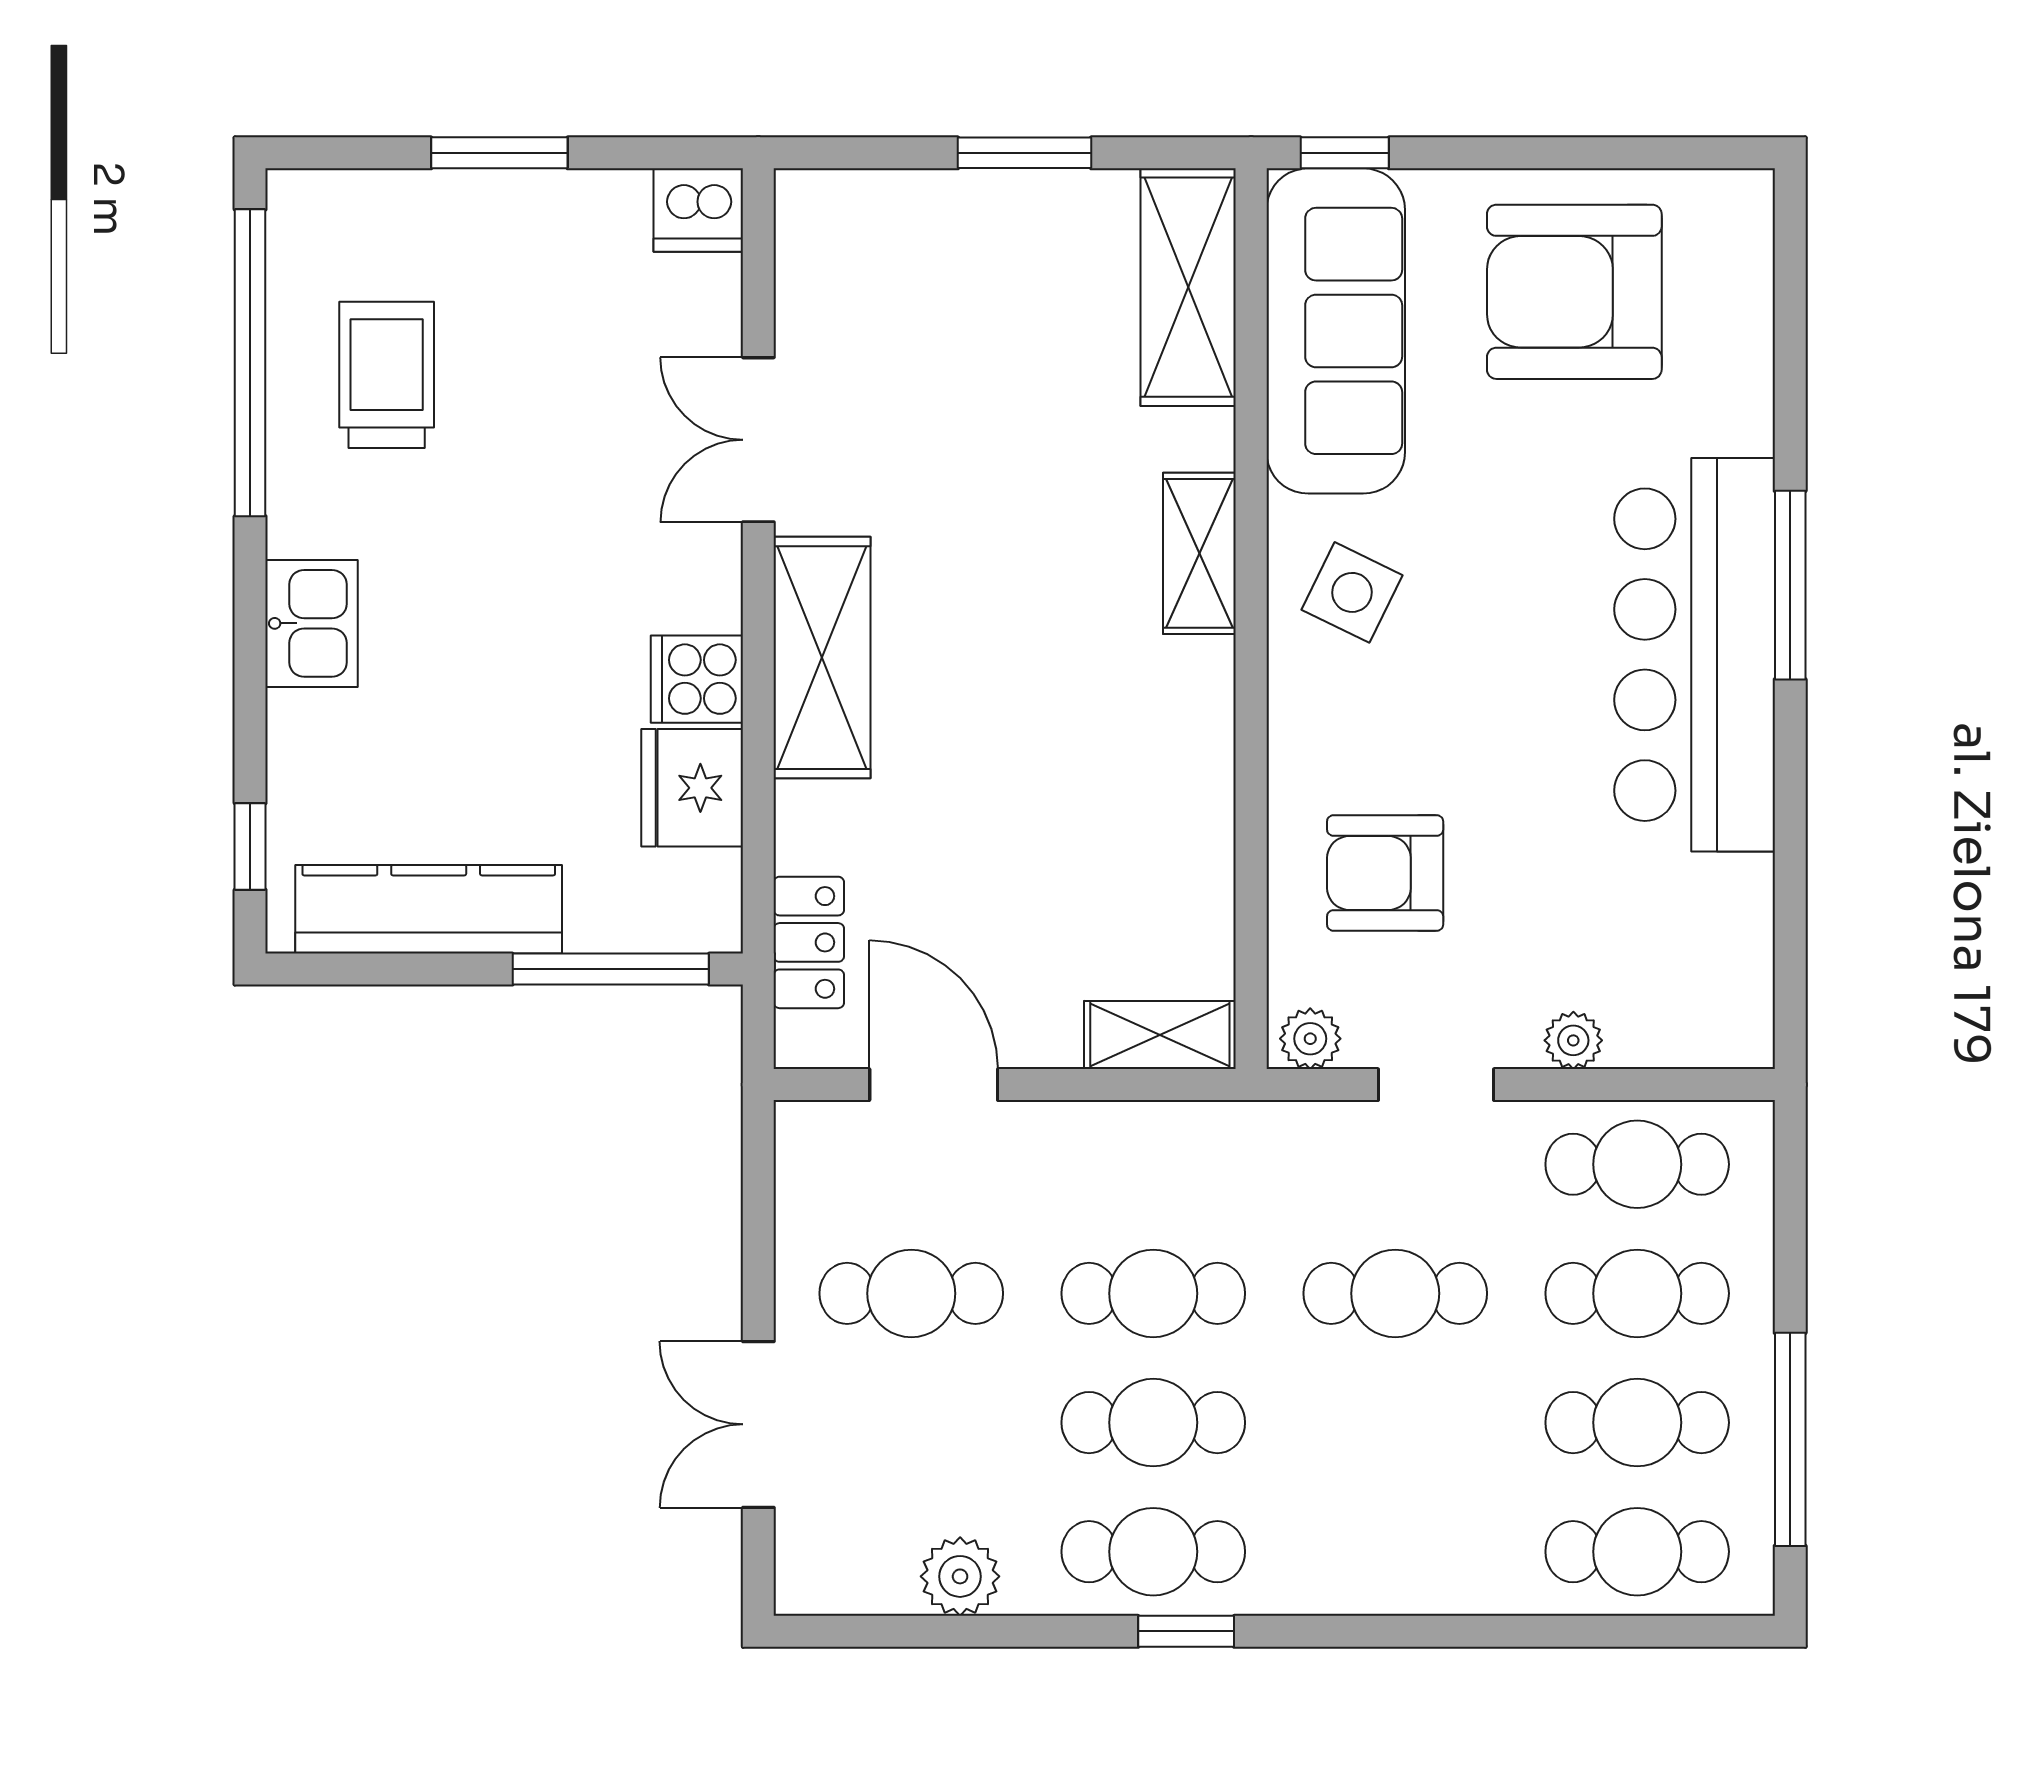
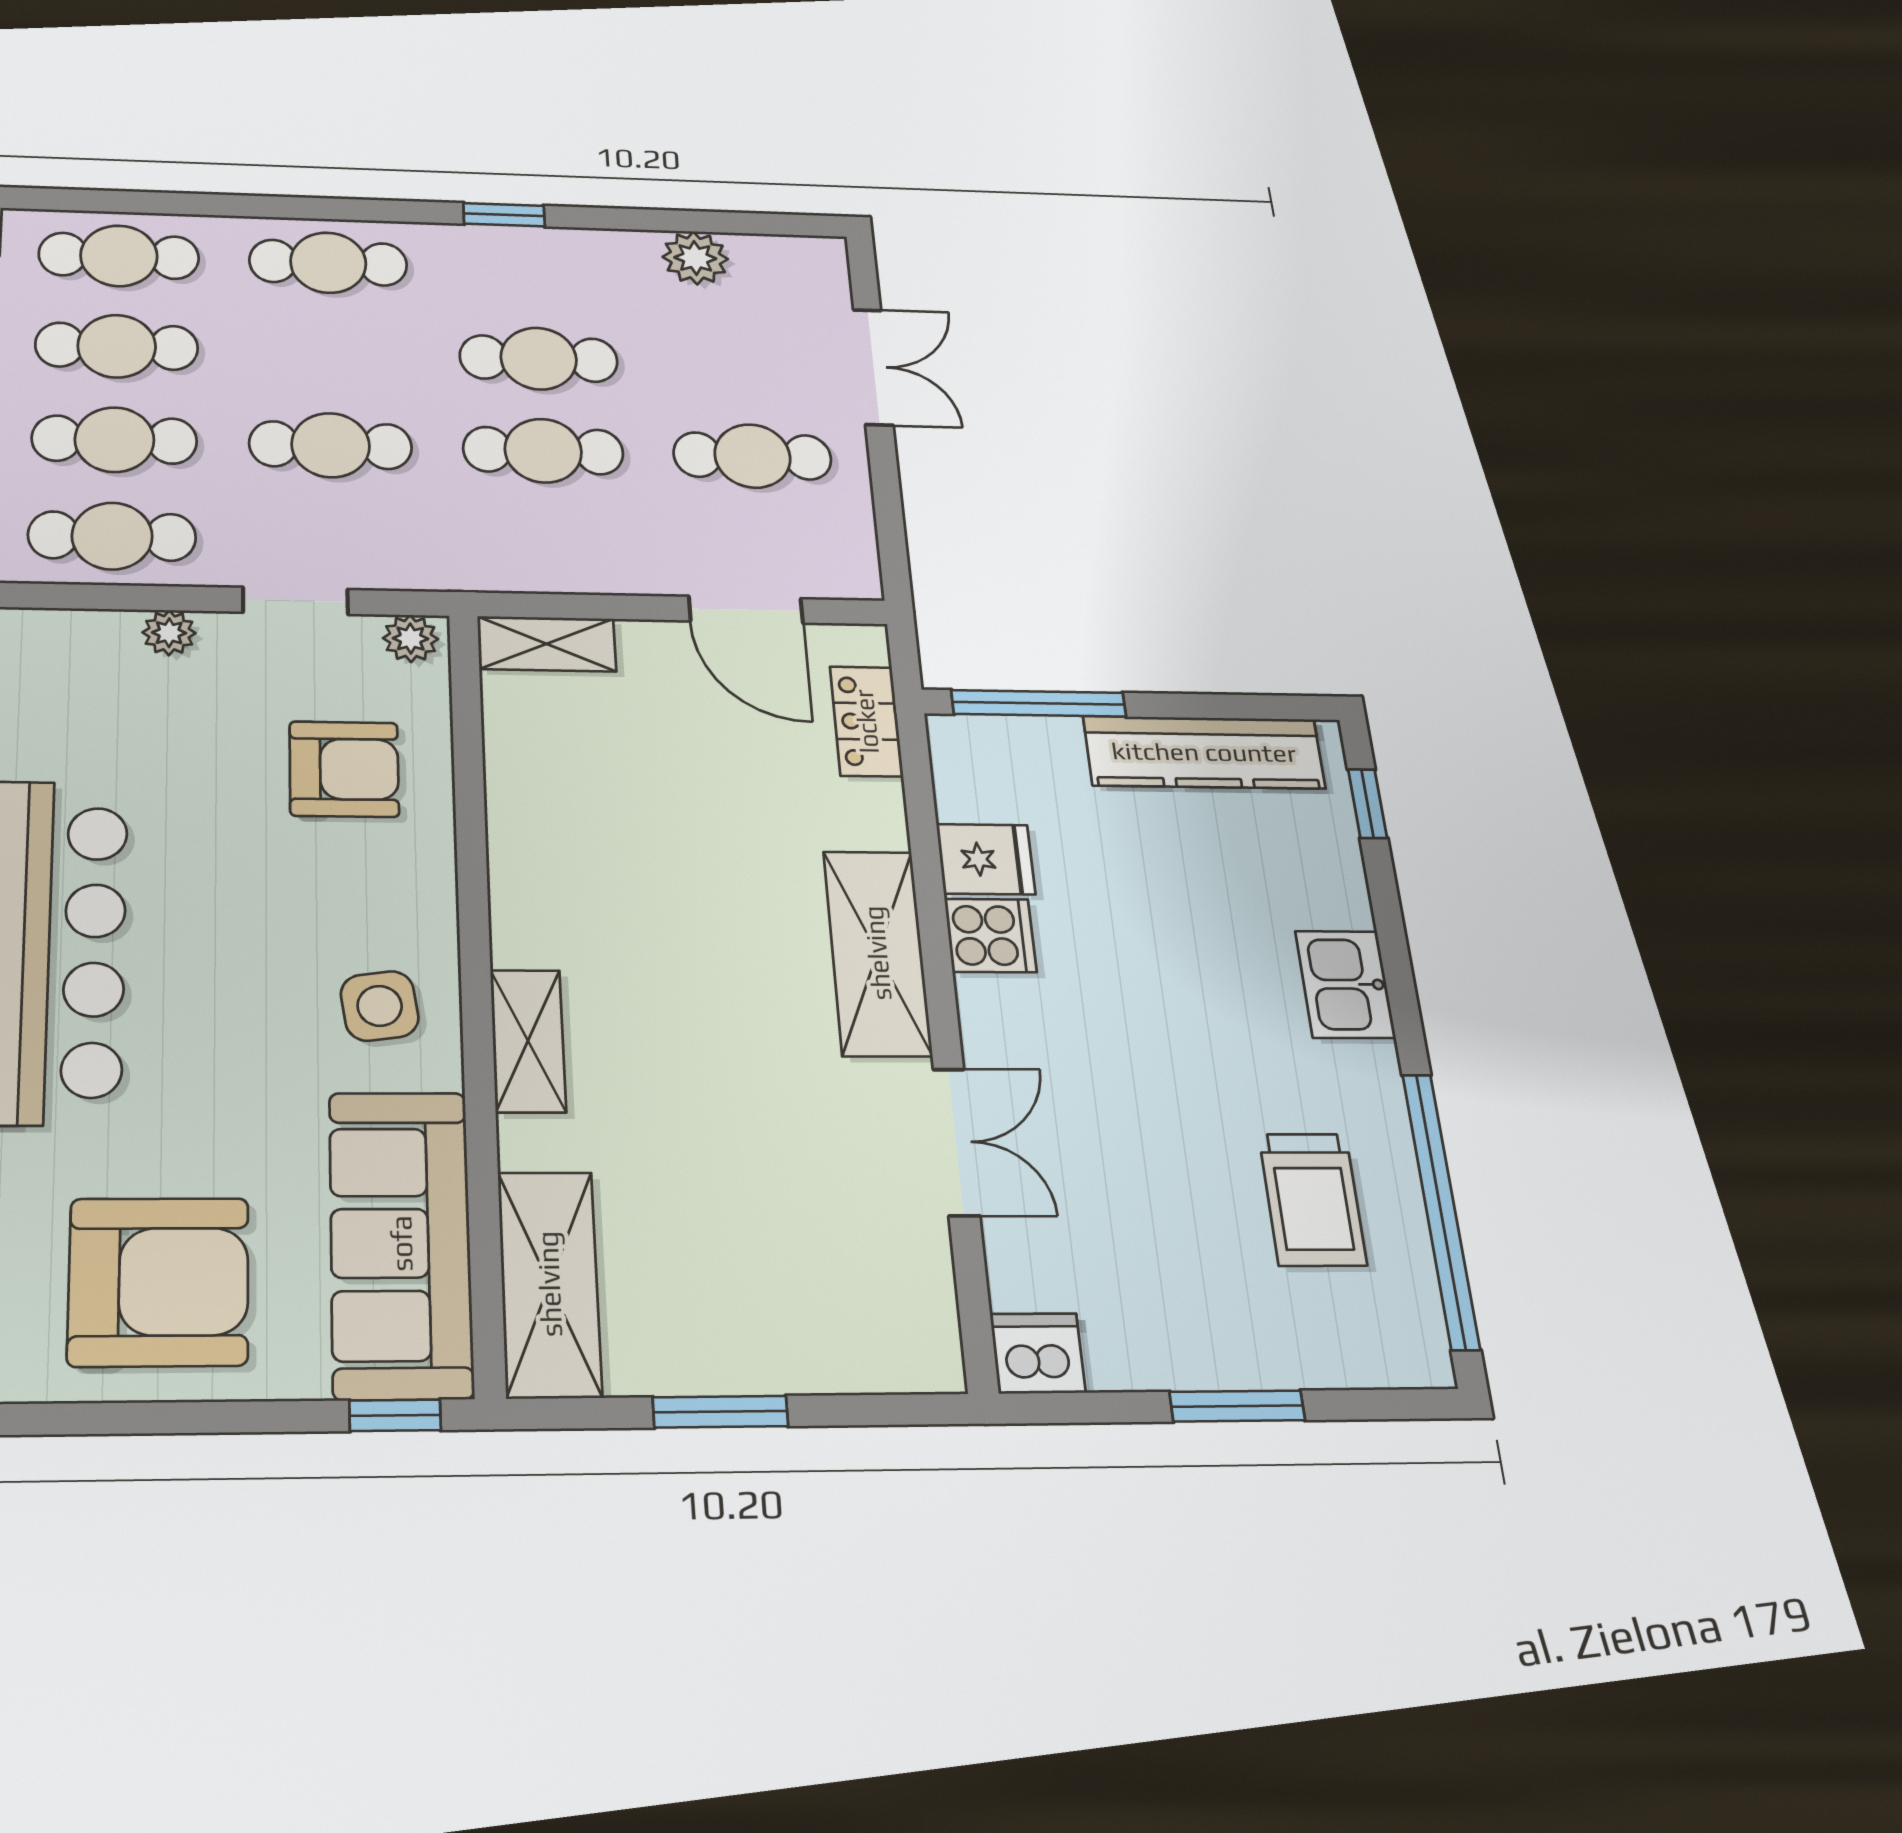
side table: (1352, 592) -> (380, 1006), turned -34
fridge: (692, 788) -> (986, 859), width x0.72
cafe table: (1153, 1552) -> (328, 263), moved

